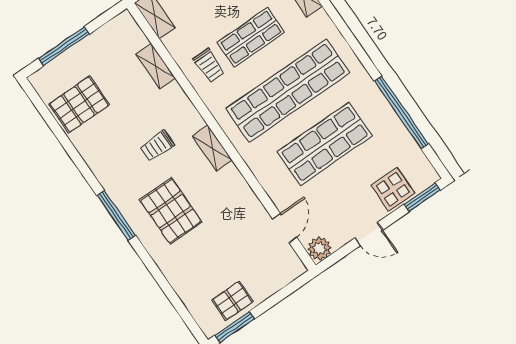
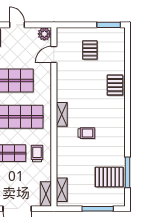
shelving: (155, 66) -> (62, 190), moved
pallet: (171, 211) -> (115, 85), moved, width x0.67, depth x0.71
window: (116, 215) -> (128, 172), moved
pallet: (233, 301) -> (90, 50), moved, turned 90

